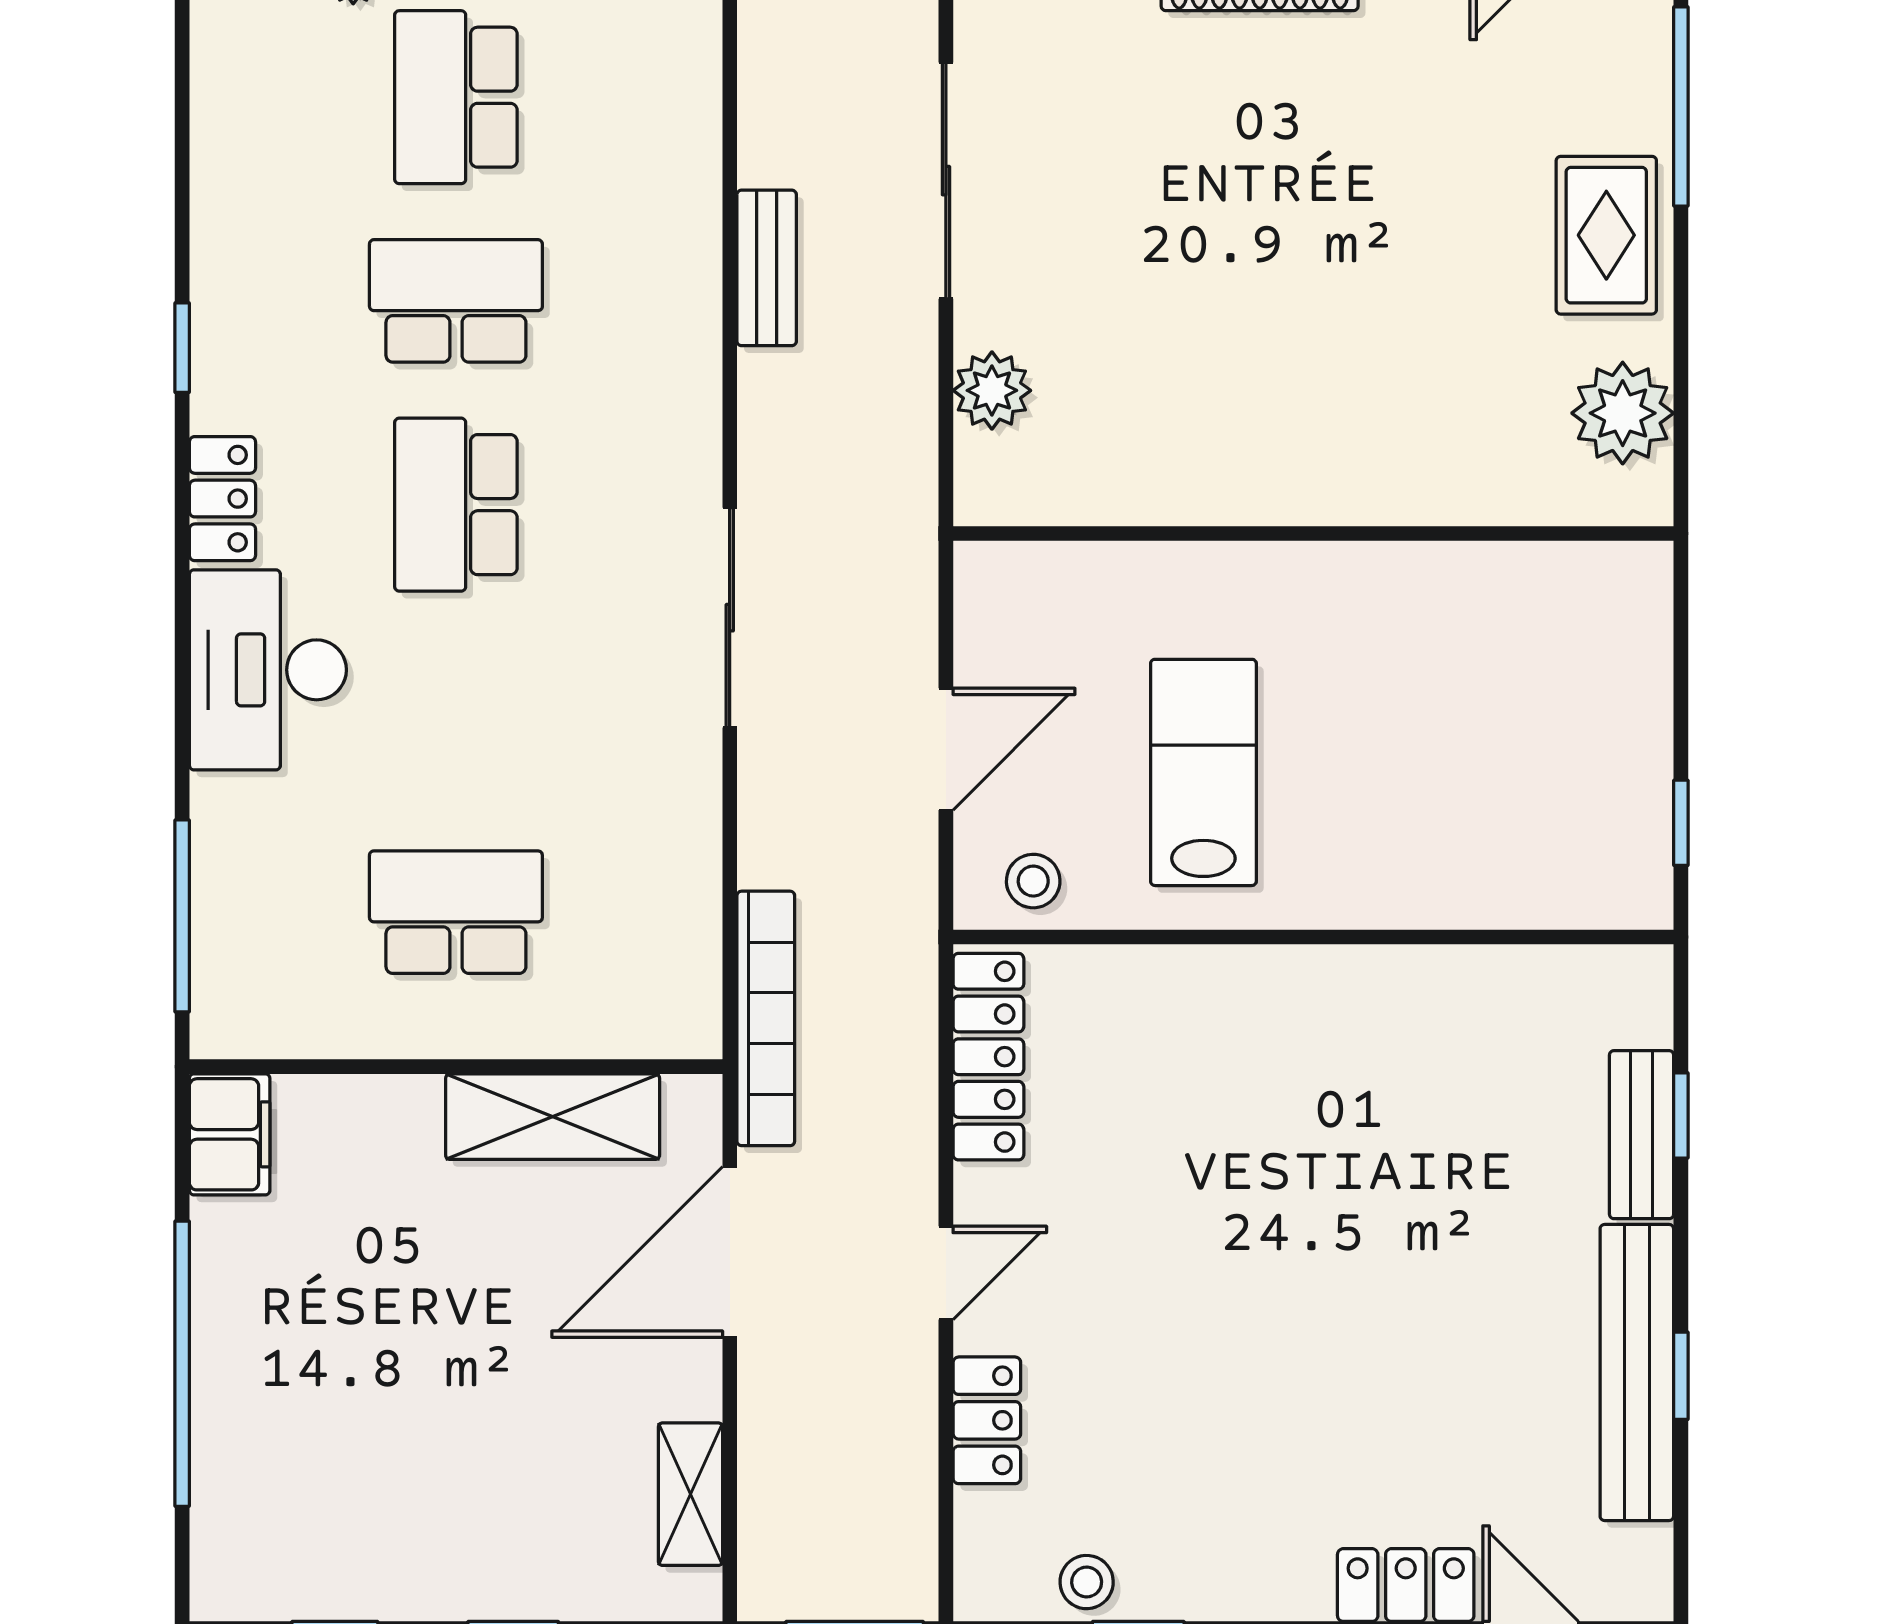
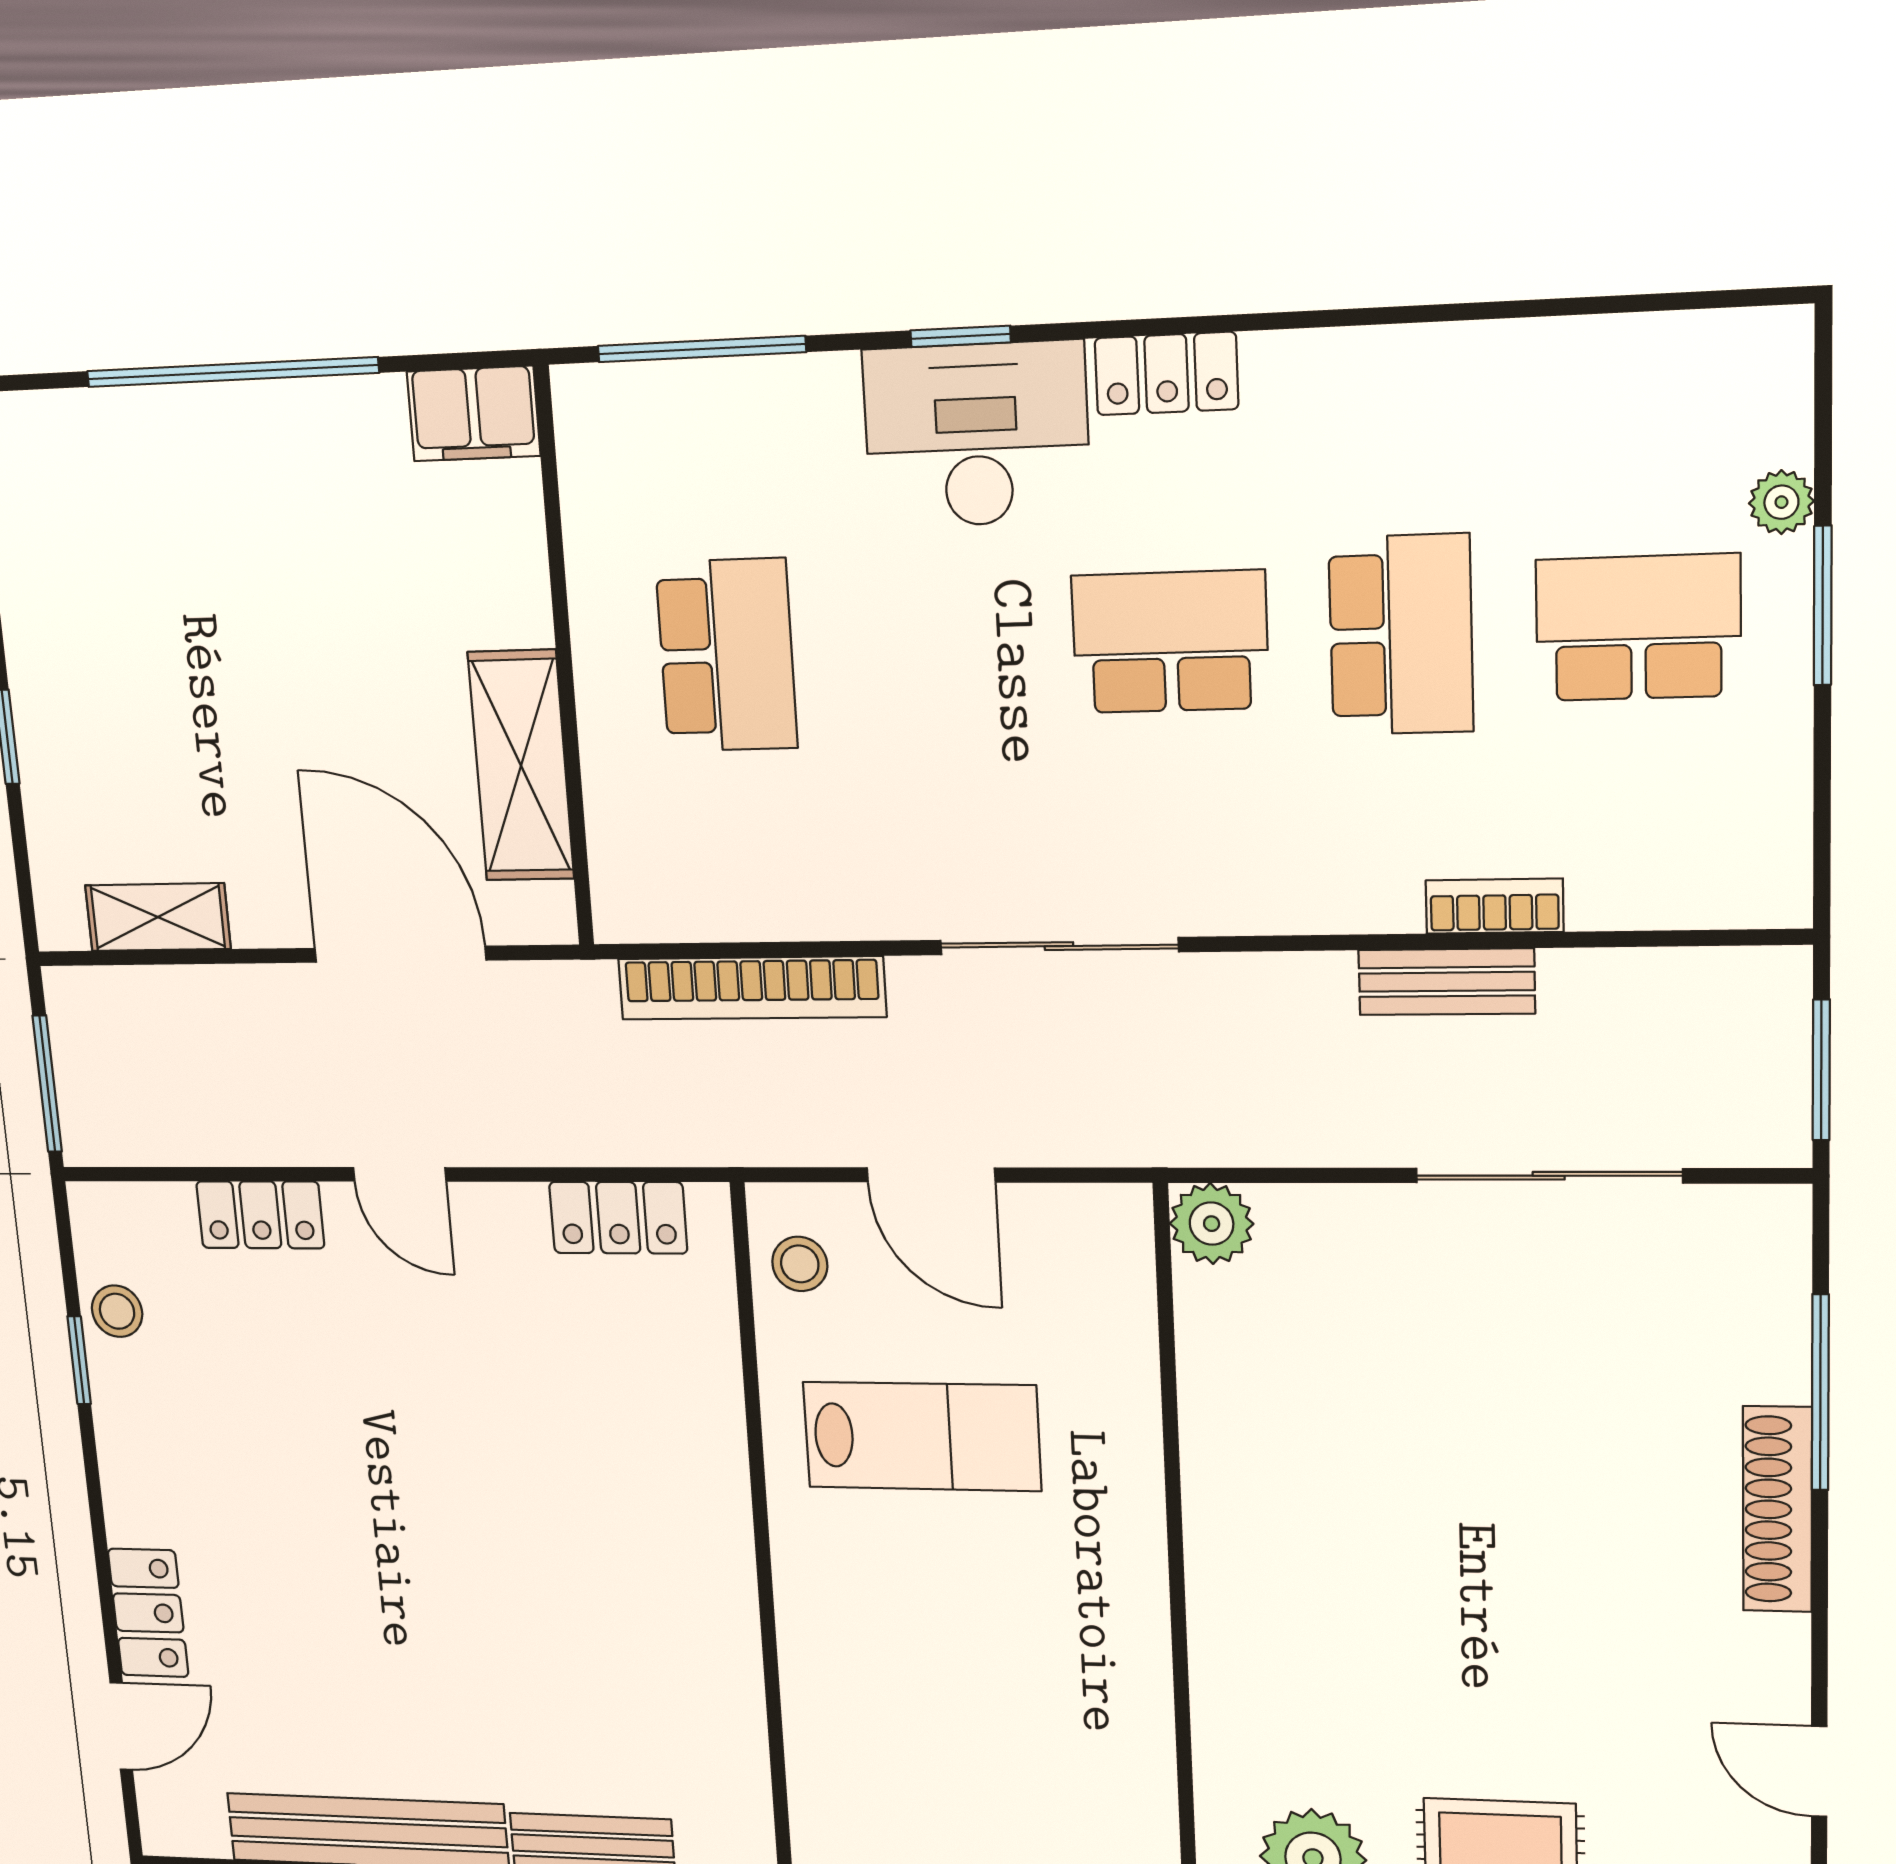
bookcase: (699, 224) -> (1495, 906), added
window: (182, 348) -> (961, 336), moved
plant: (992, 390) -> (1212, 1224), moved
bookcase: (766, 1018) -> (752, 988), moved
locker: (988, 1057) -> (618, 1218), width x0.66

